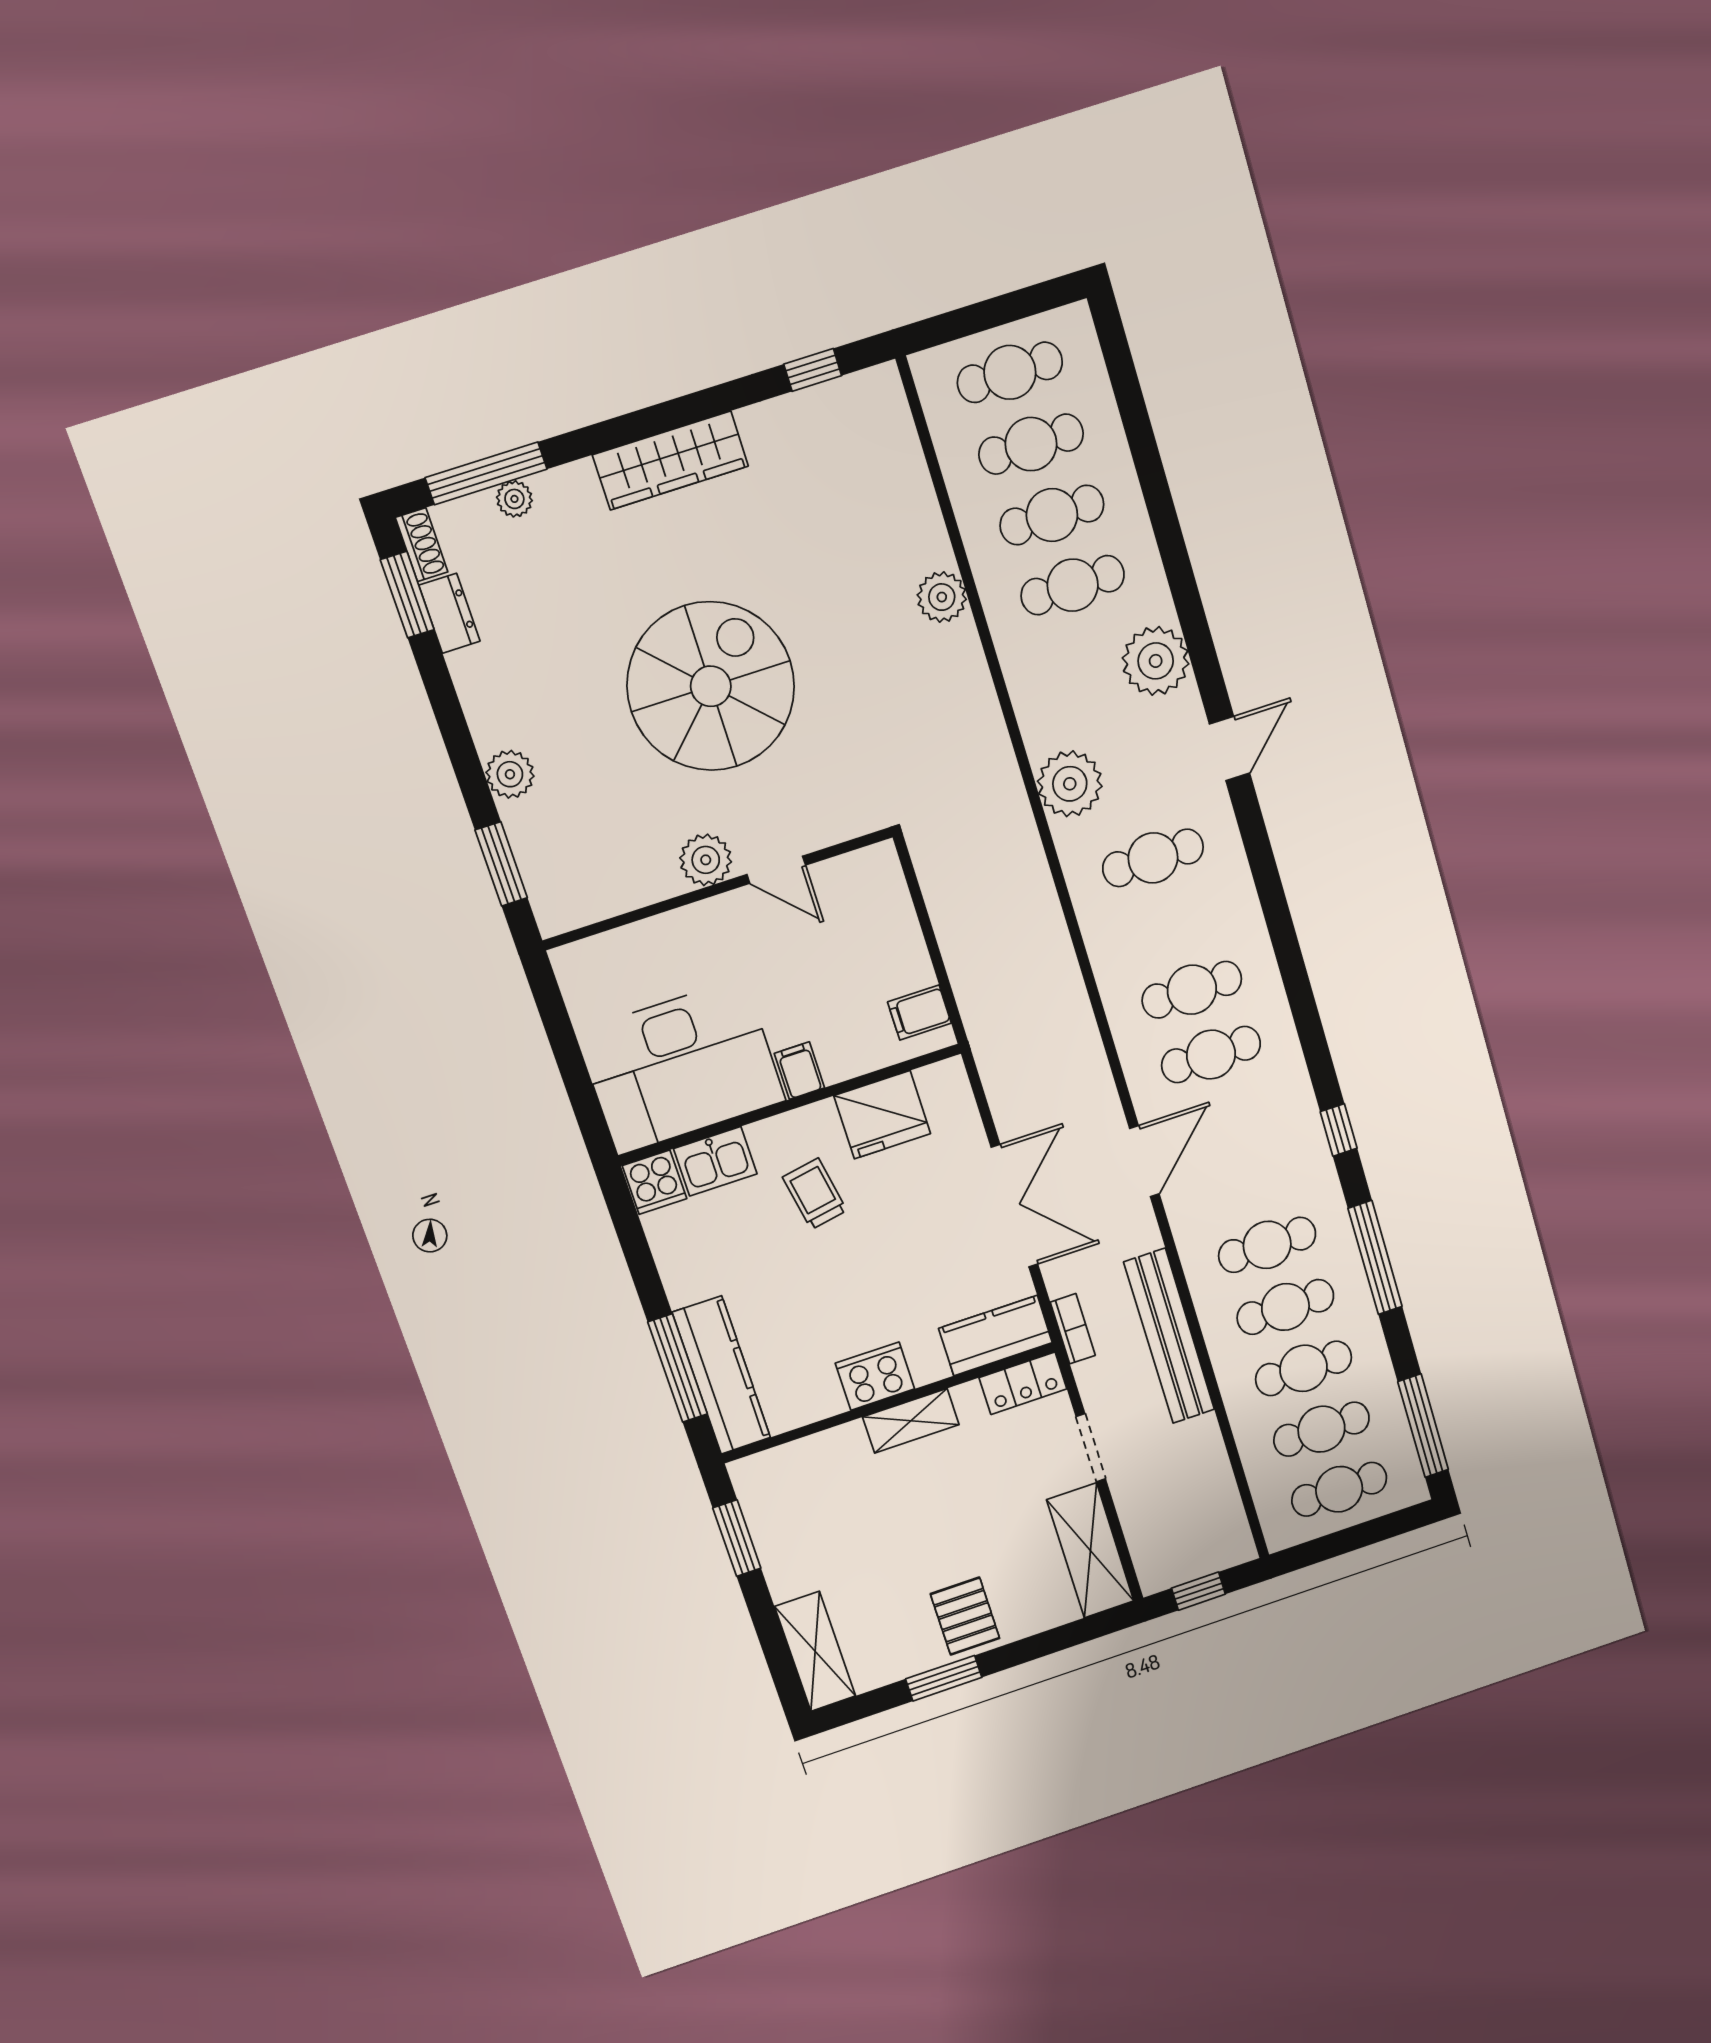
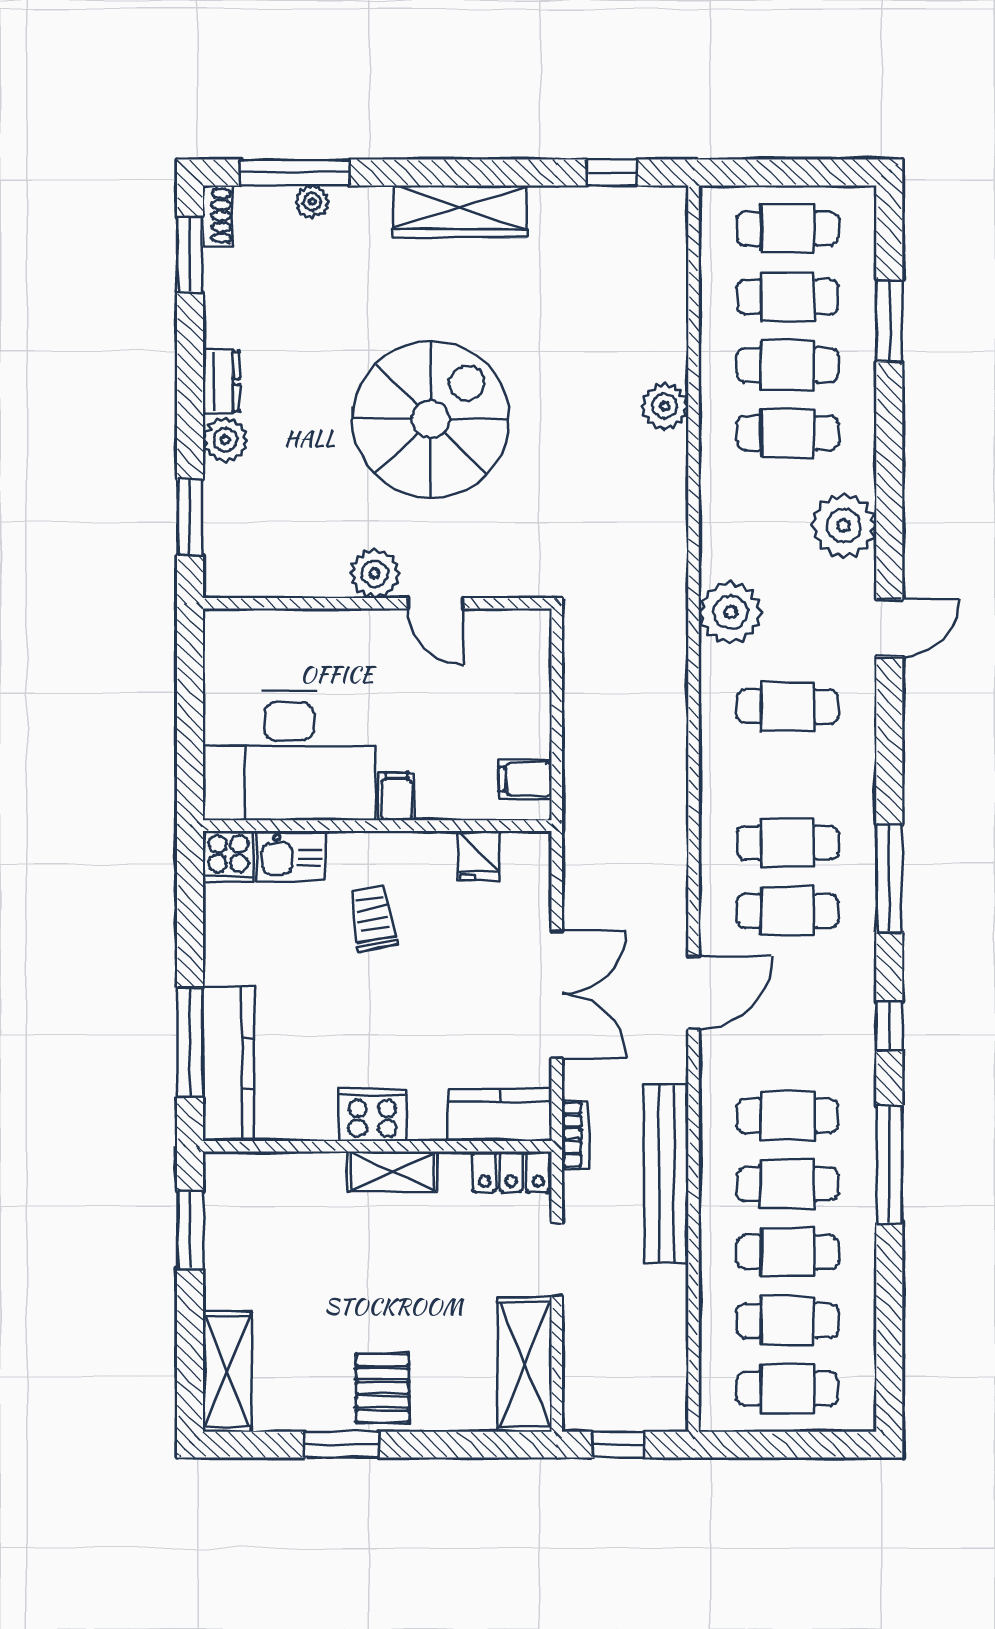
window: (1141, 437) -> (889, 321), added
dresser: (449, 613) -> (221, 381), moved
fridge: (882, 1115) -> (478, 856), width x0.53, depth x0.75
window: (1423, 1426) -> (889, 878), moved

